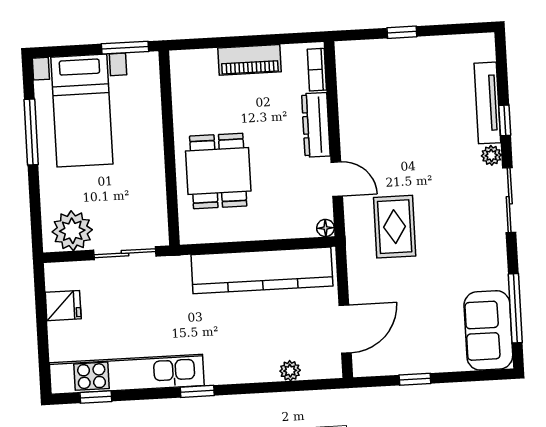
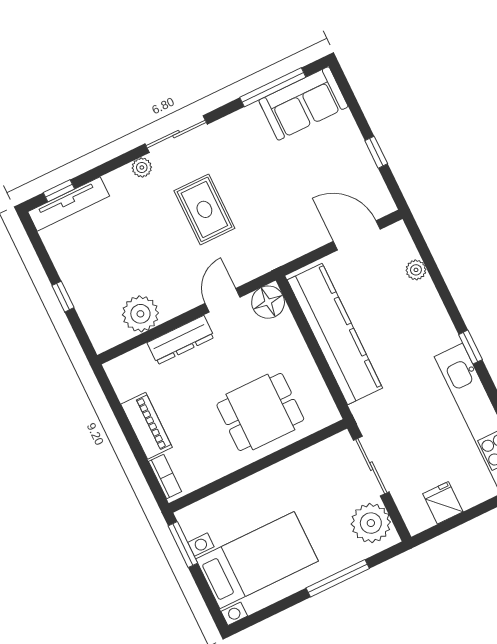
bookcase: (317, 70) -> (165, 477), moved, turned -90
plant: (356, 98) -> (140, 314), added
tv unit: (487, 103) -> (69, 204), moved
window: (505, 120) -> (59, 191), moved
window: (31, 132) -> (338, 578), moved
rug: (395, 227) -> (204, 209), moved, turned 90
floor lamp: (325, 228) -> (268, 302), width x1.89, depth x1.89

